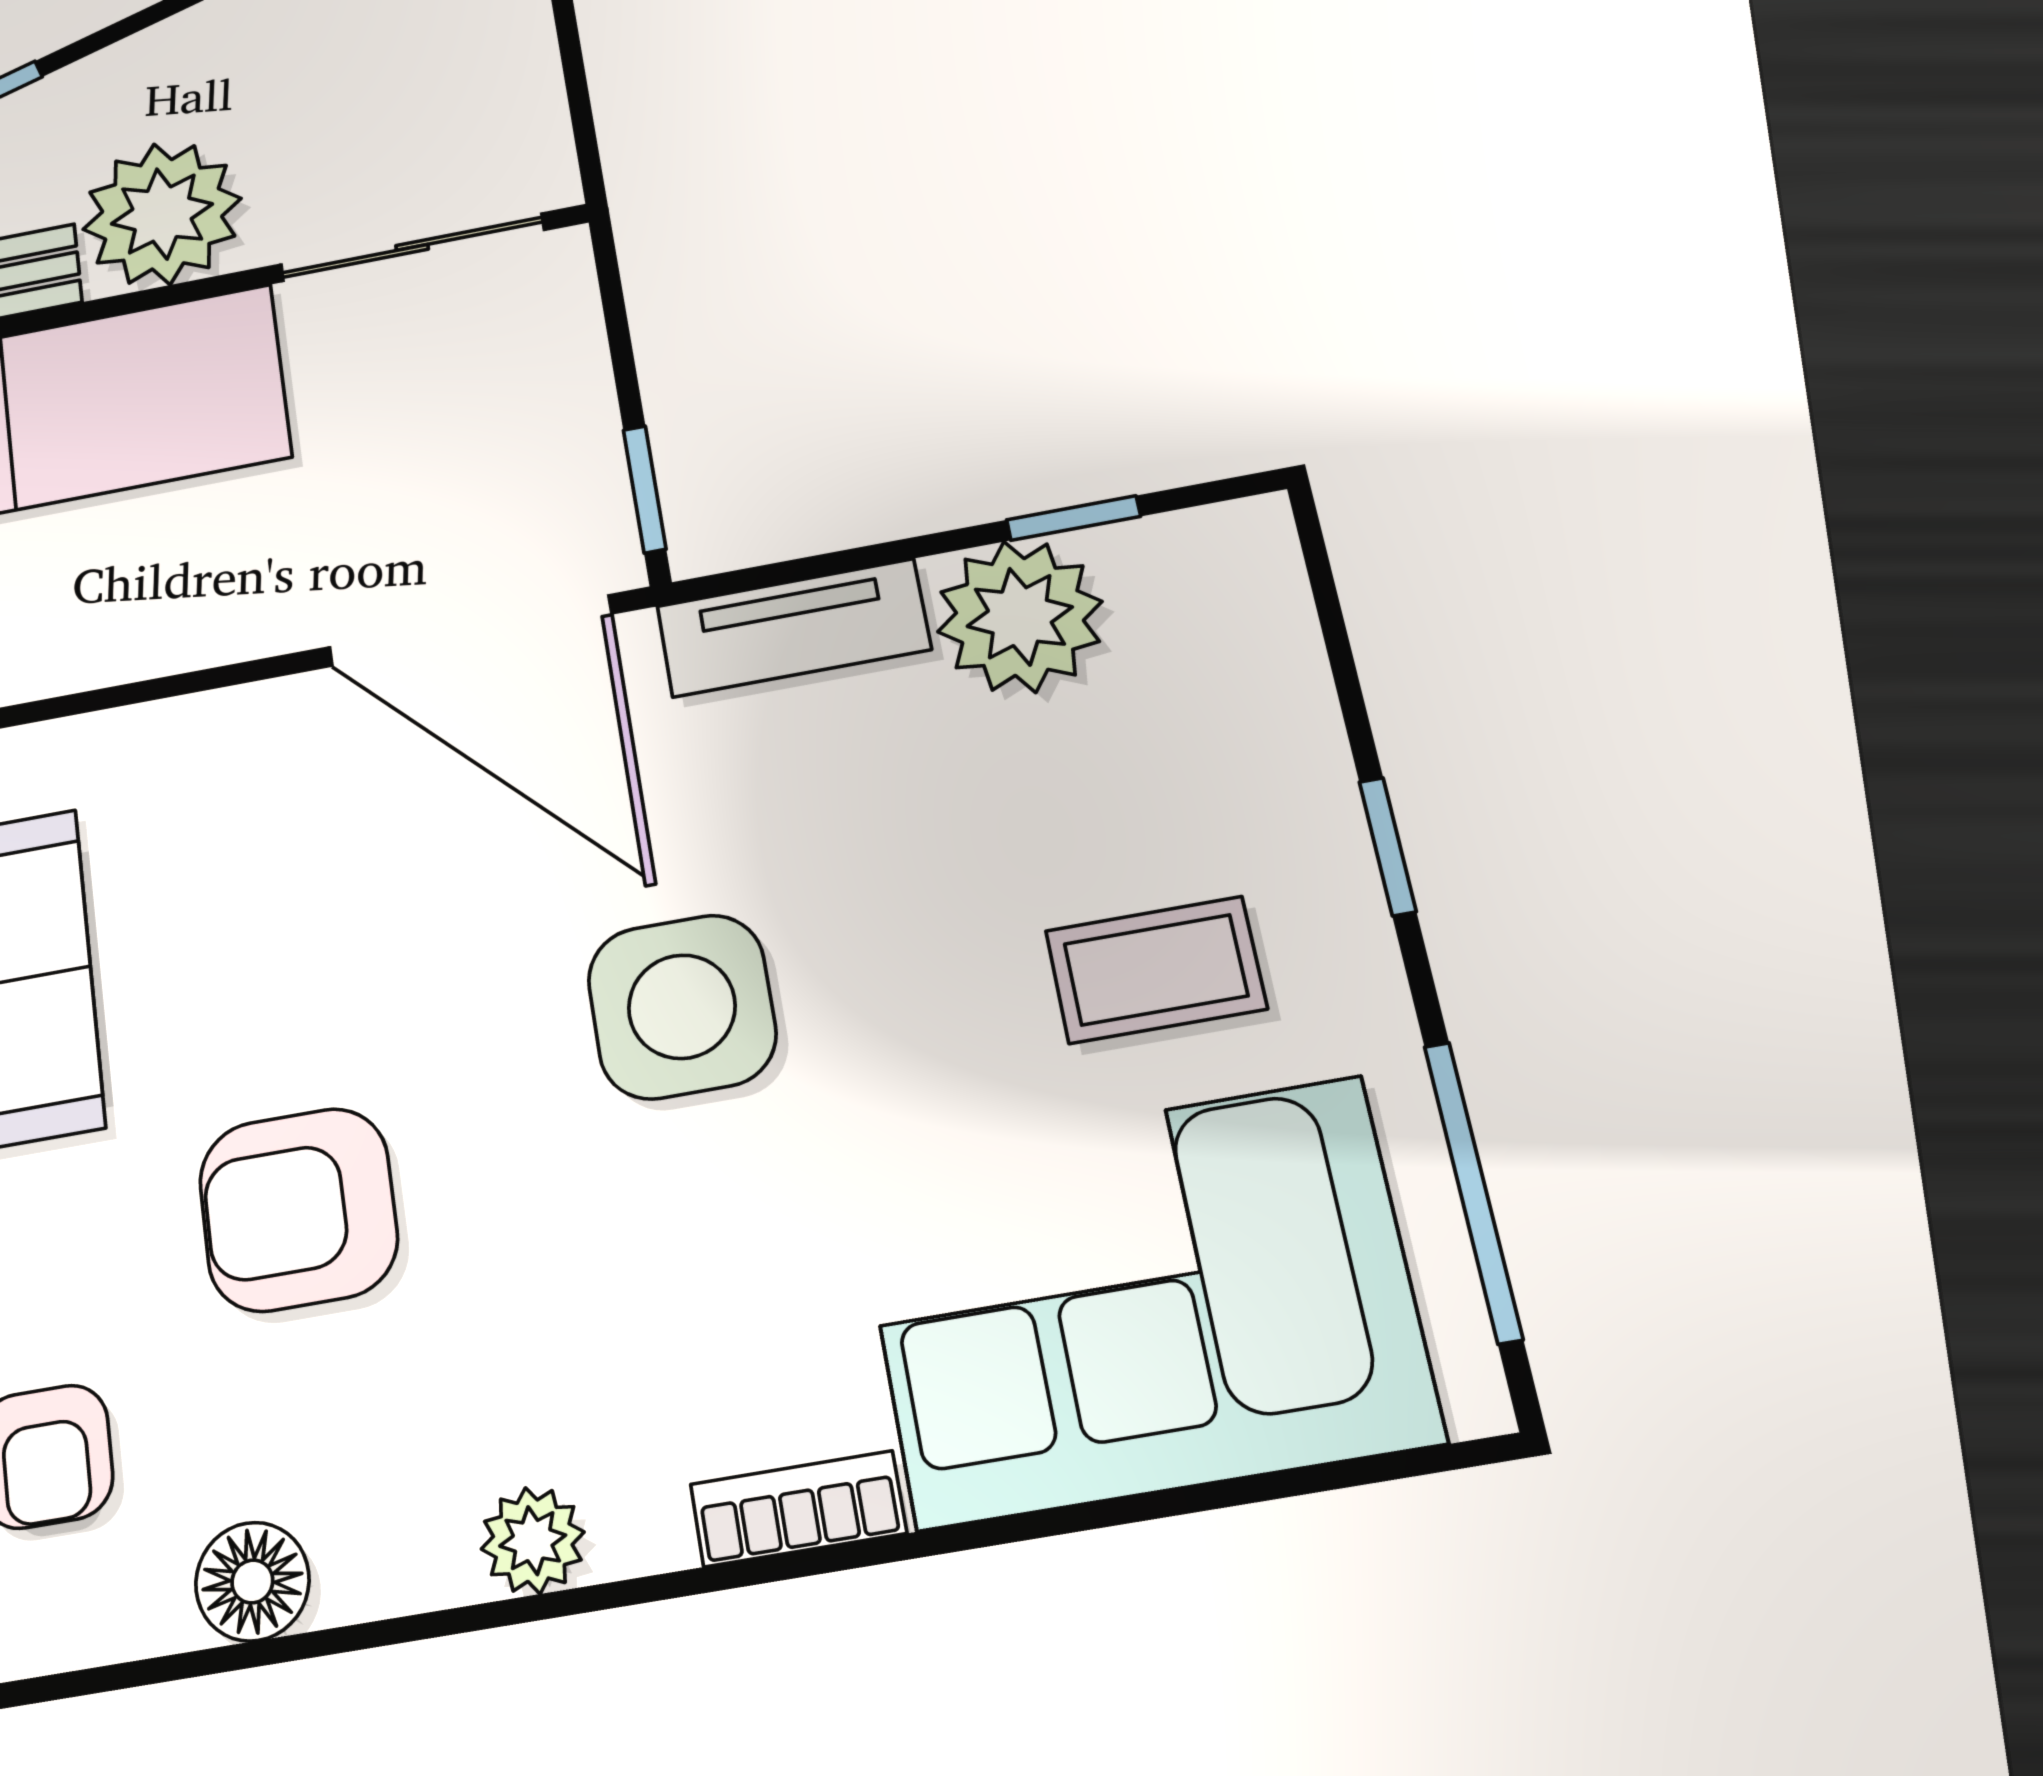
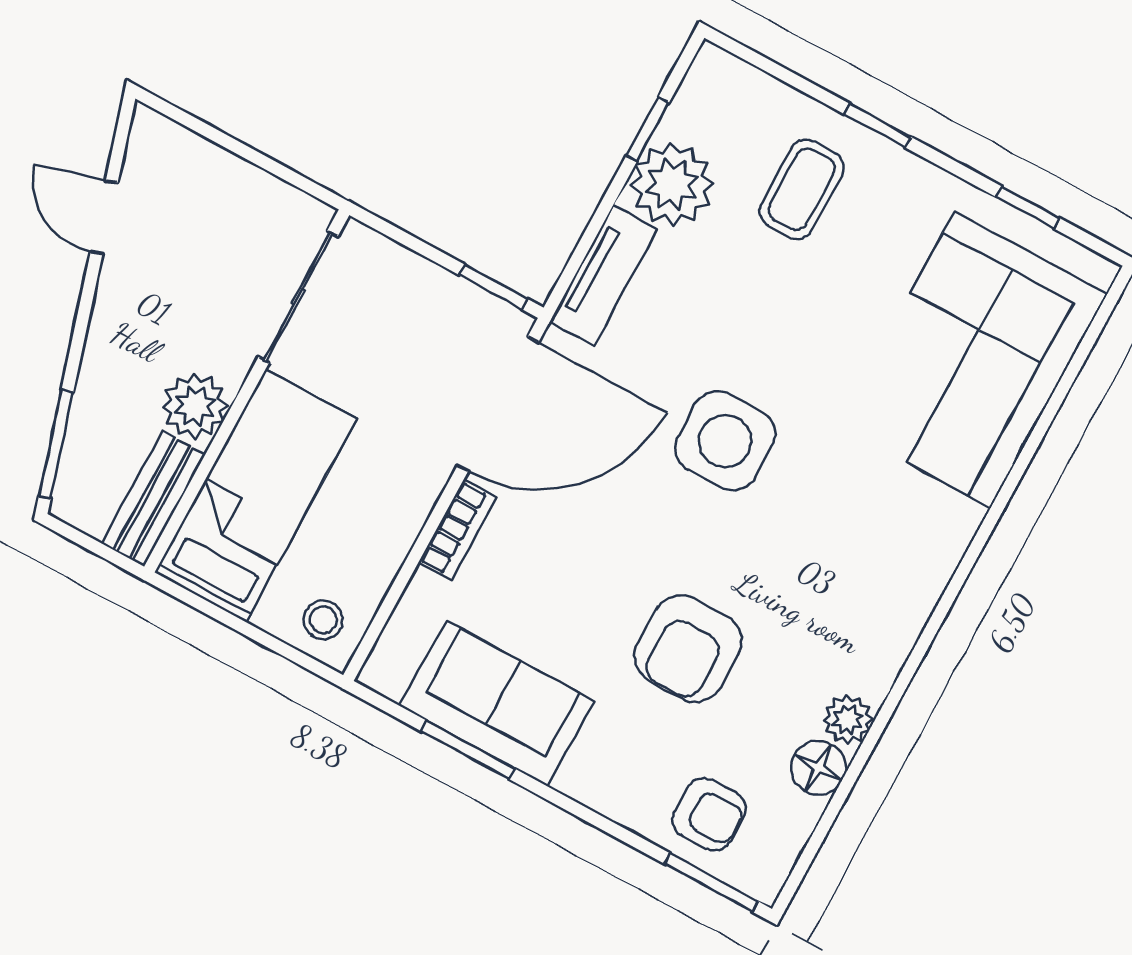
plant: (162, 214) -> (195, 406), width x0.73, depth x0.73
coffee table: (1156, 970) -> (802, 189), moved
window: (1473, 1191) -> (1028, 207), width x0.46
bookcase: (798, 1509) -> (457, 530), moved, turned 180
plant: (533, 1541) -> (848, 720), moved

